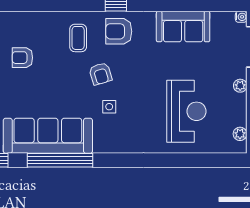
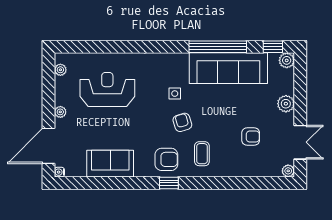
reception desk: (186, 111) -> (107, 90), turned 90

